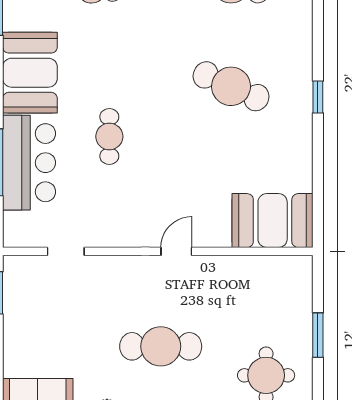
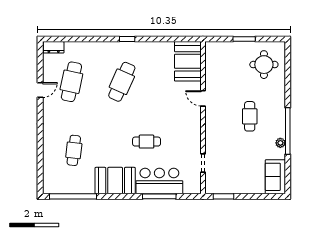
door: (176, 251) -> (203, 98), moved
cafe table: (161, 346) -> (250, 116), width x0.73, depth x0.74

